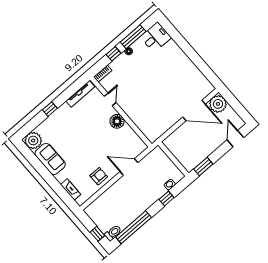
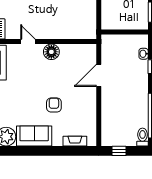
armchair: (99, 176) -> (54, 105), moved
window: (97, 234) -> (119, 151), moved

